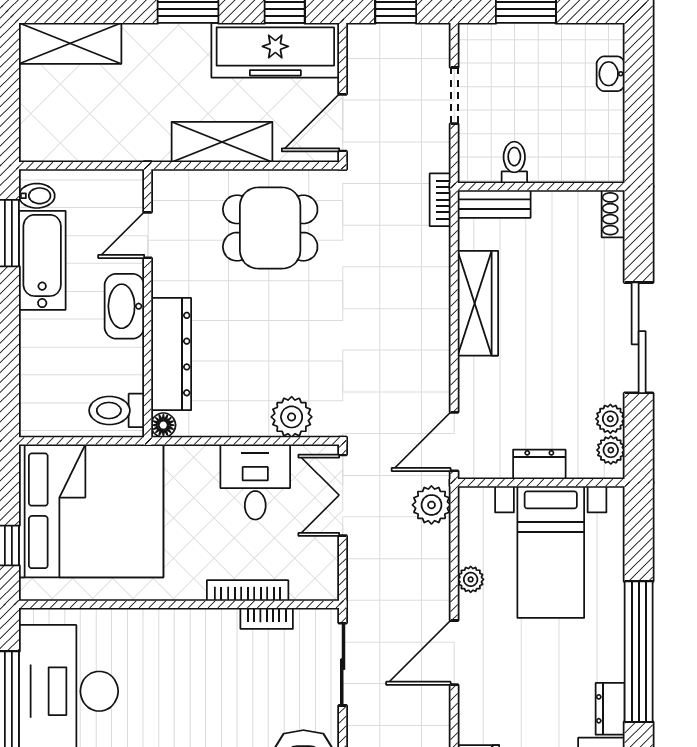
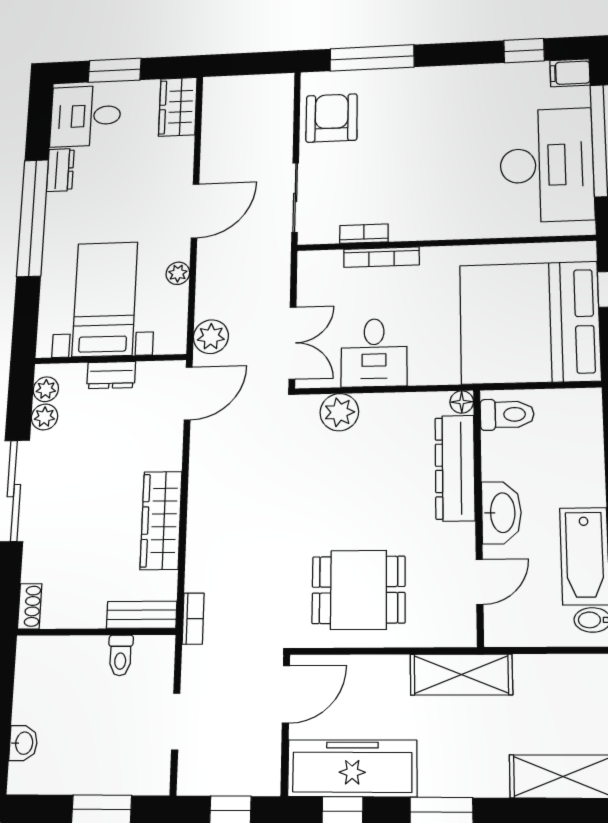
shelving: (222, 142) -> (461, 675), moved

